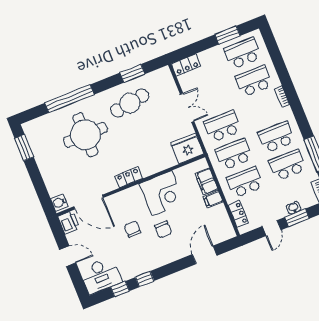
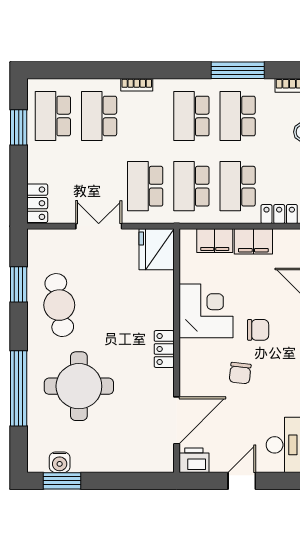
filing cabinet: (213, 199) -> (253, 241), width x2.00
water cooler: (59, 203) -> (60, 462), moved
chair: (133, 229) -> (240, 373), turned -84

